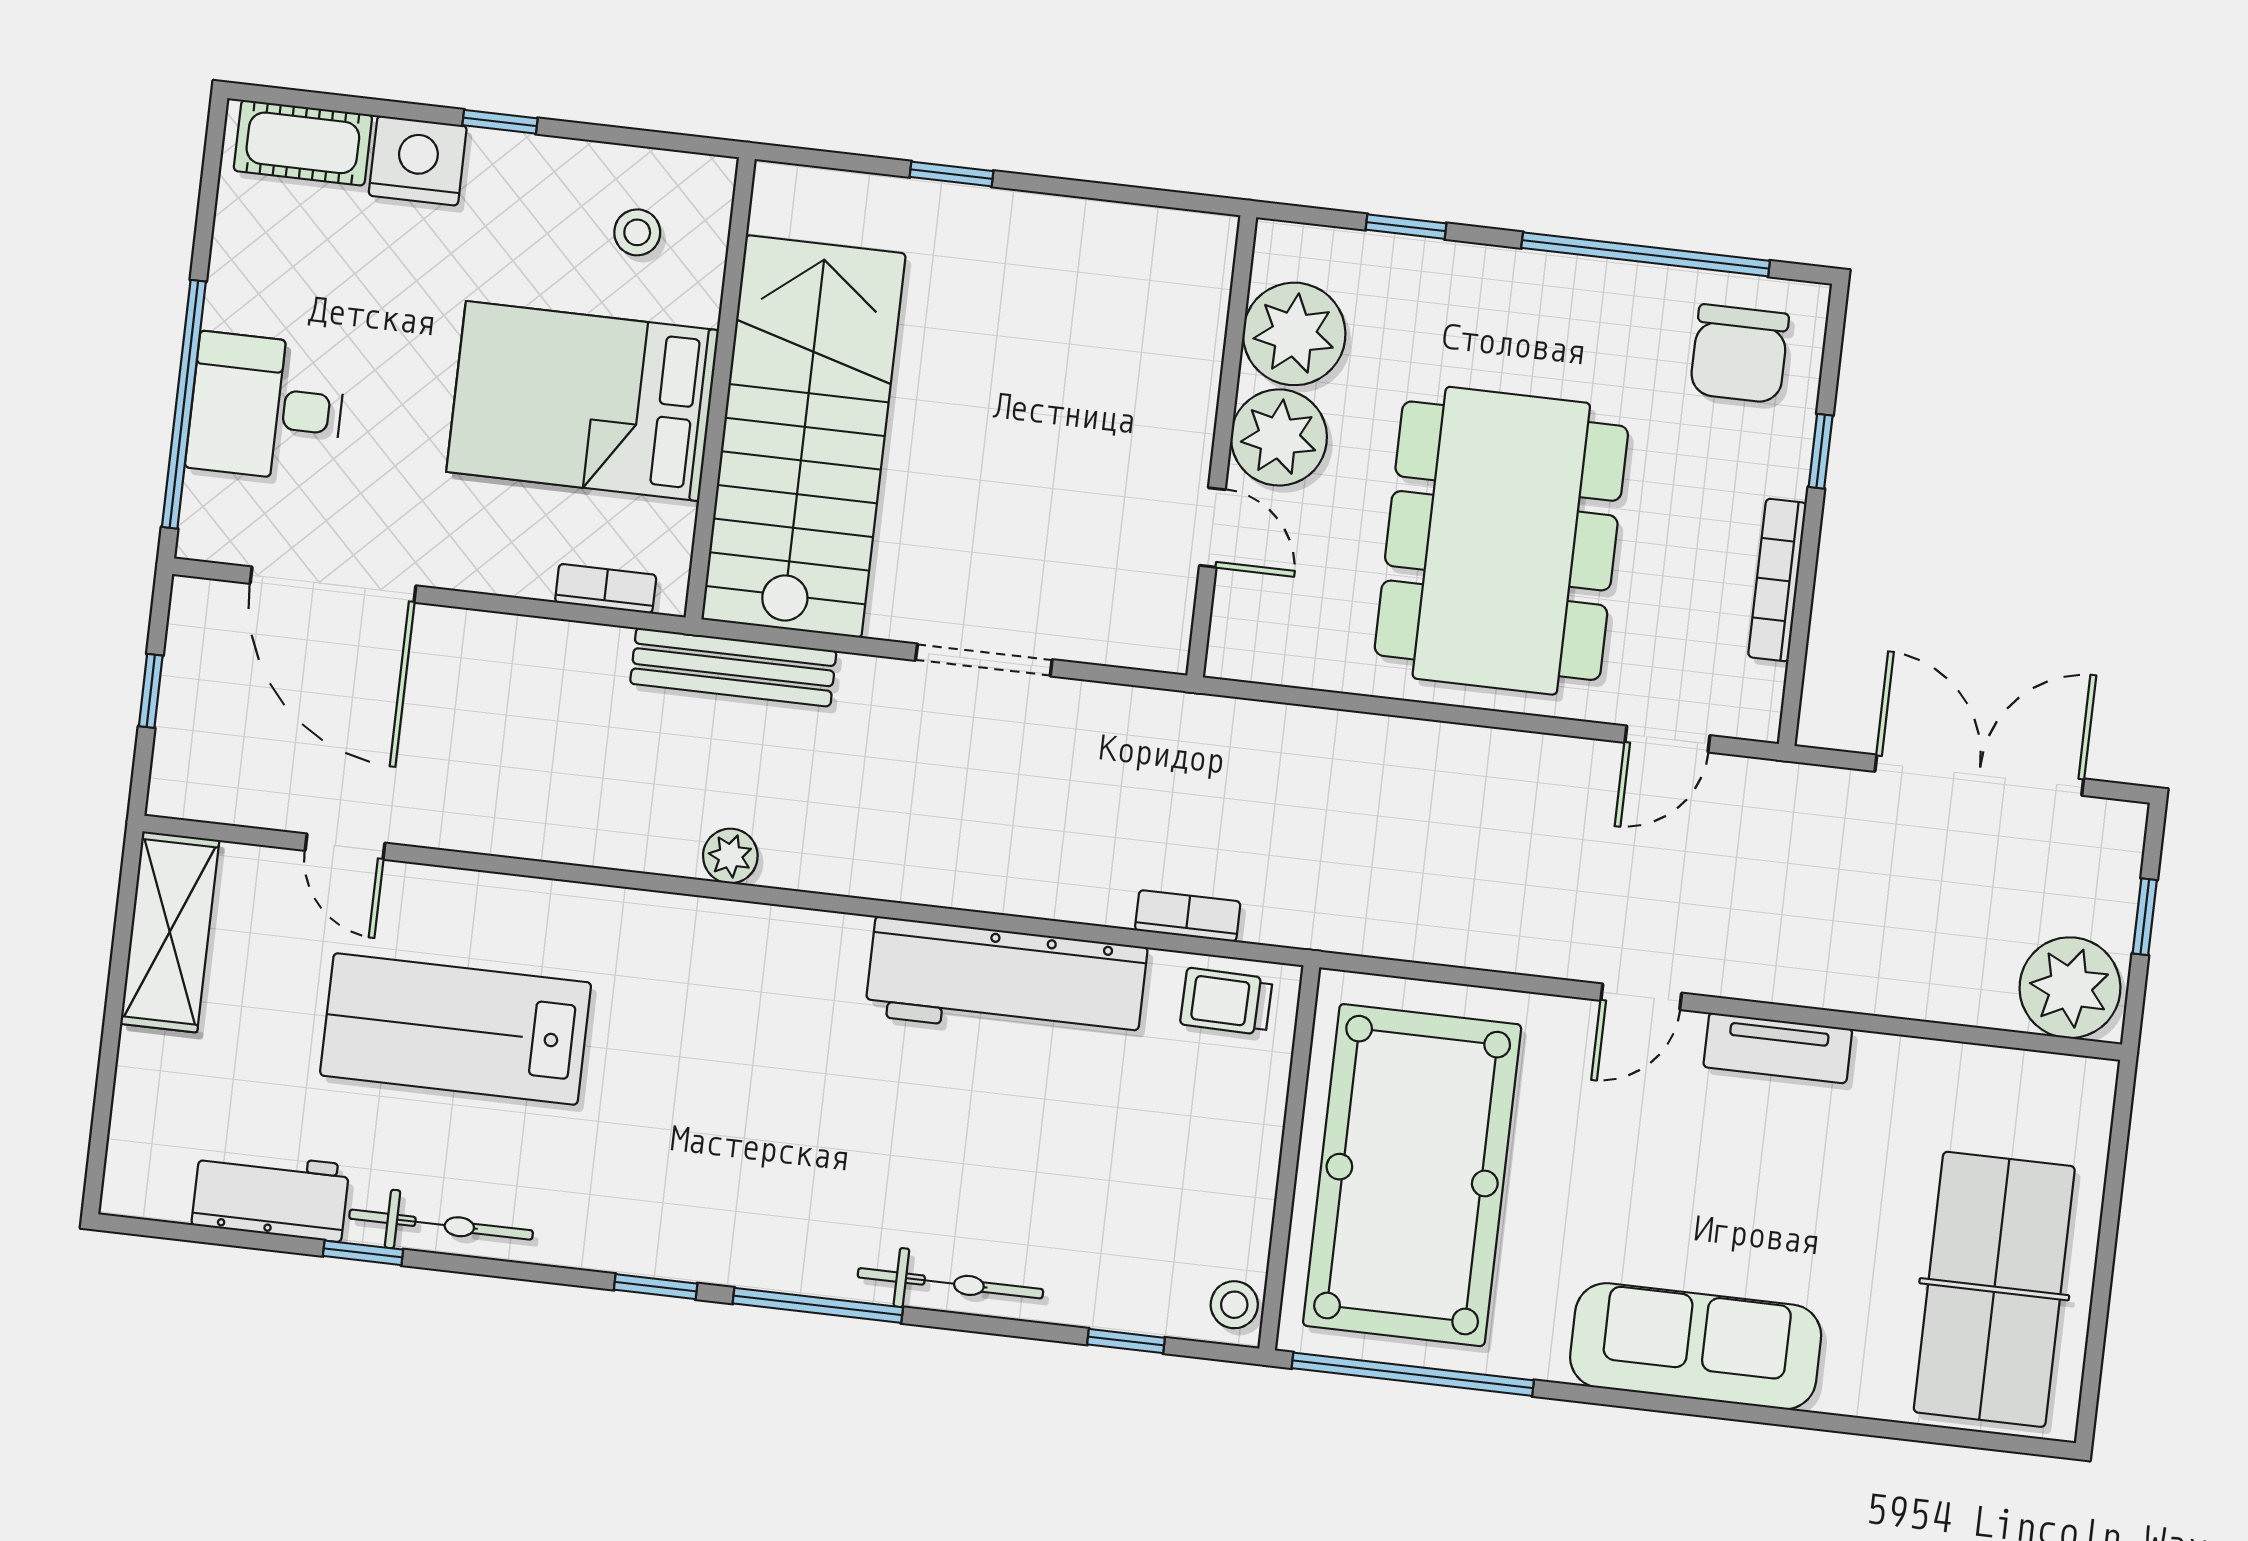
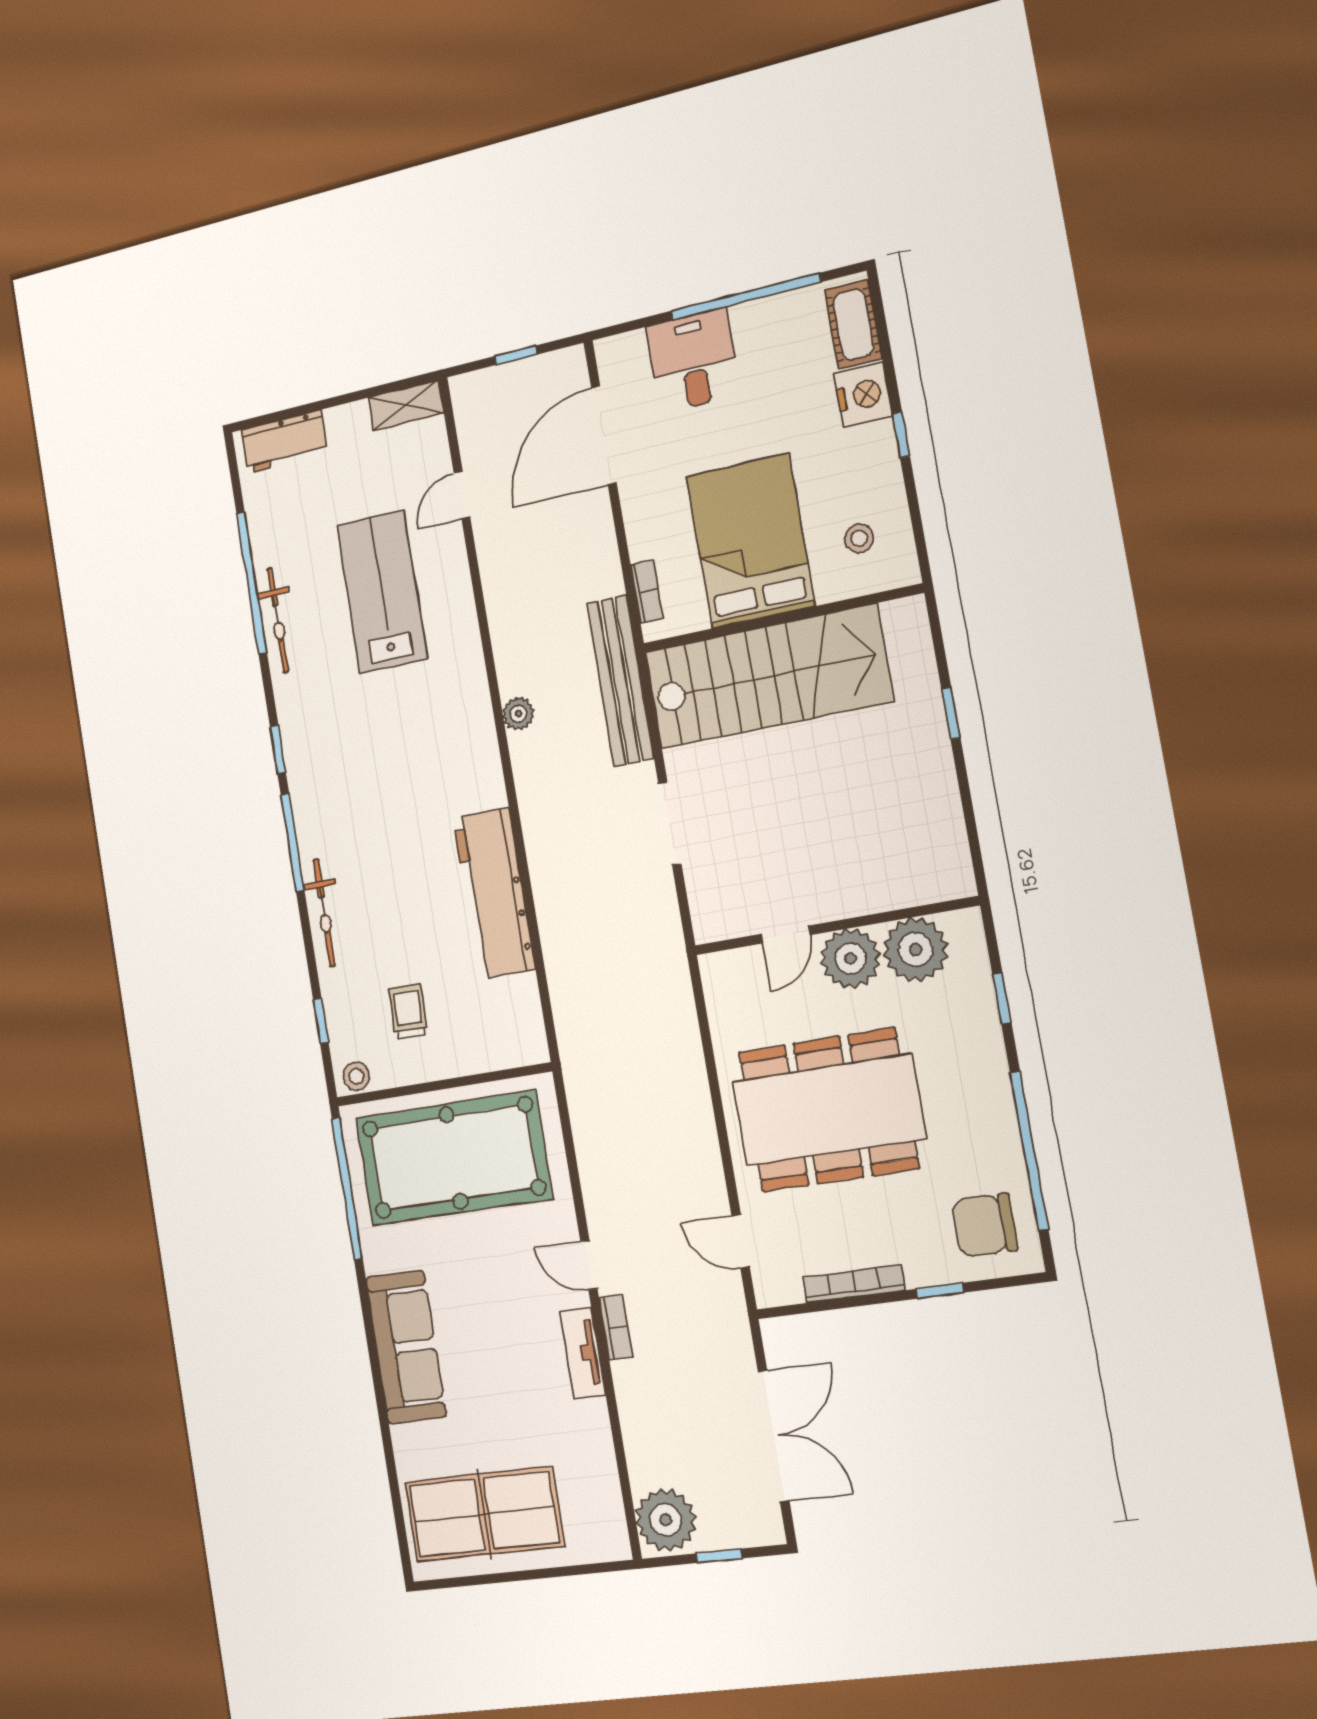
window: (184, 404) -> (746, 297), moved
bench: (733, 667) -> (620, 681), width x1.37, depth x1.21
bookcase: (1188, 916) -> (616, 1328), moved
shelving: (170, 932) -> (406, 405), width x0.67, depth x0.75
trolley: (1226, 1001) -> (408, 1012), moved
workbench: (271, 1195) -> (284, 442), moved, turned 90
window: (363, 1253) -> (252, 583), width x3.17

